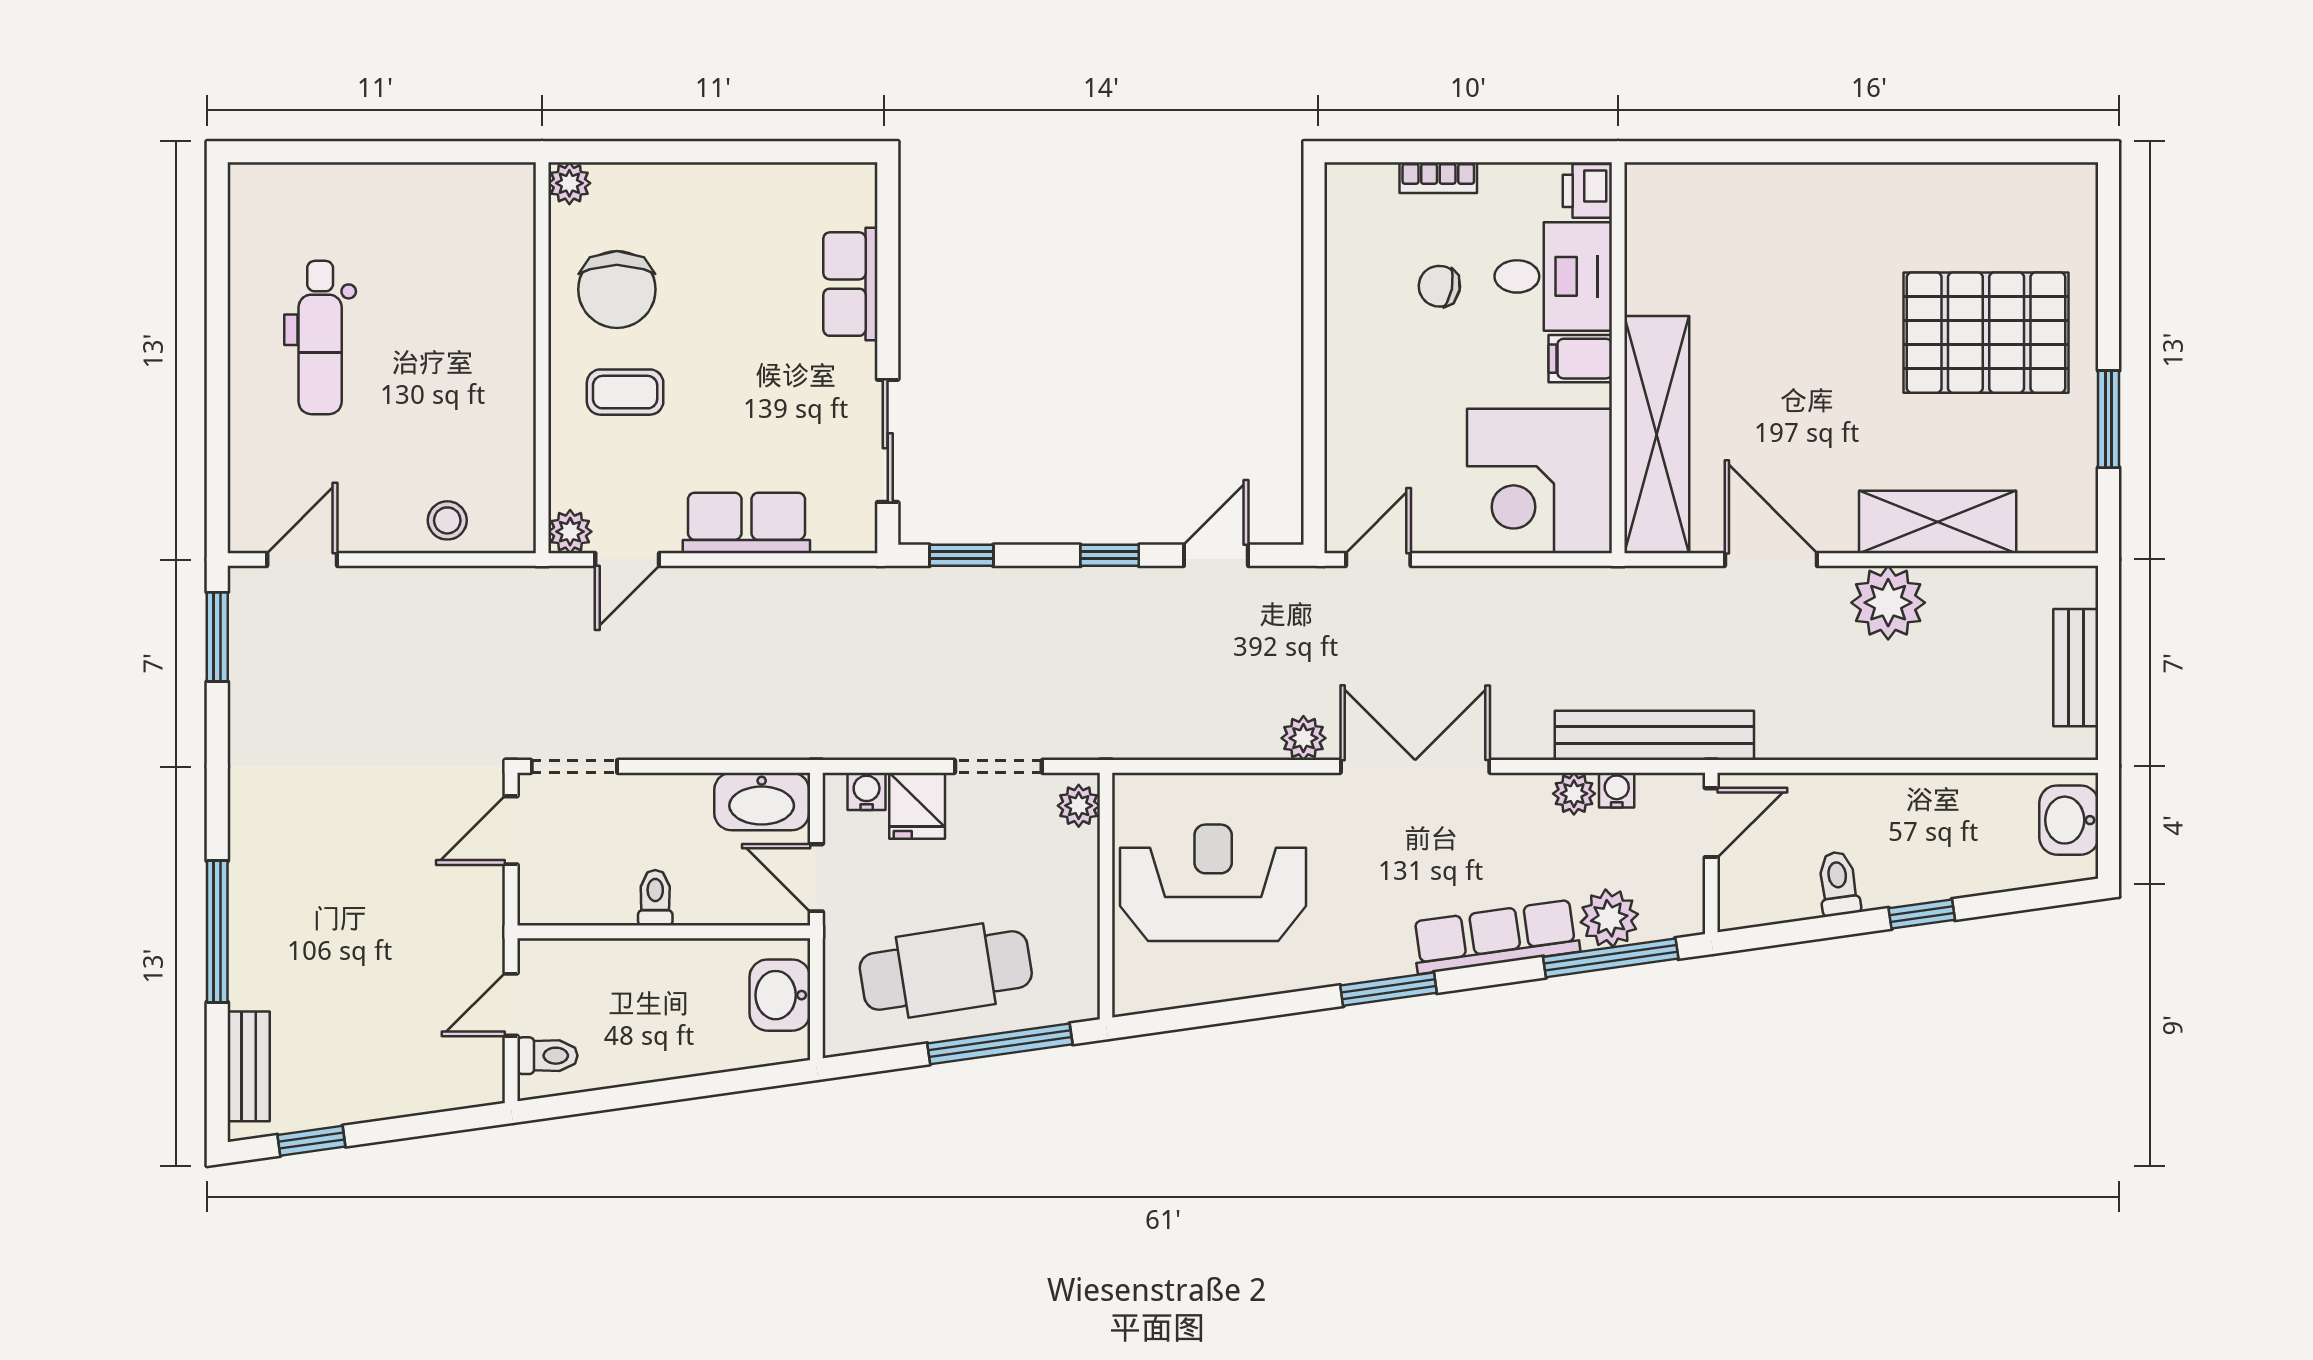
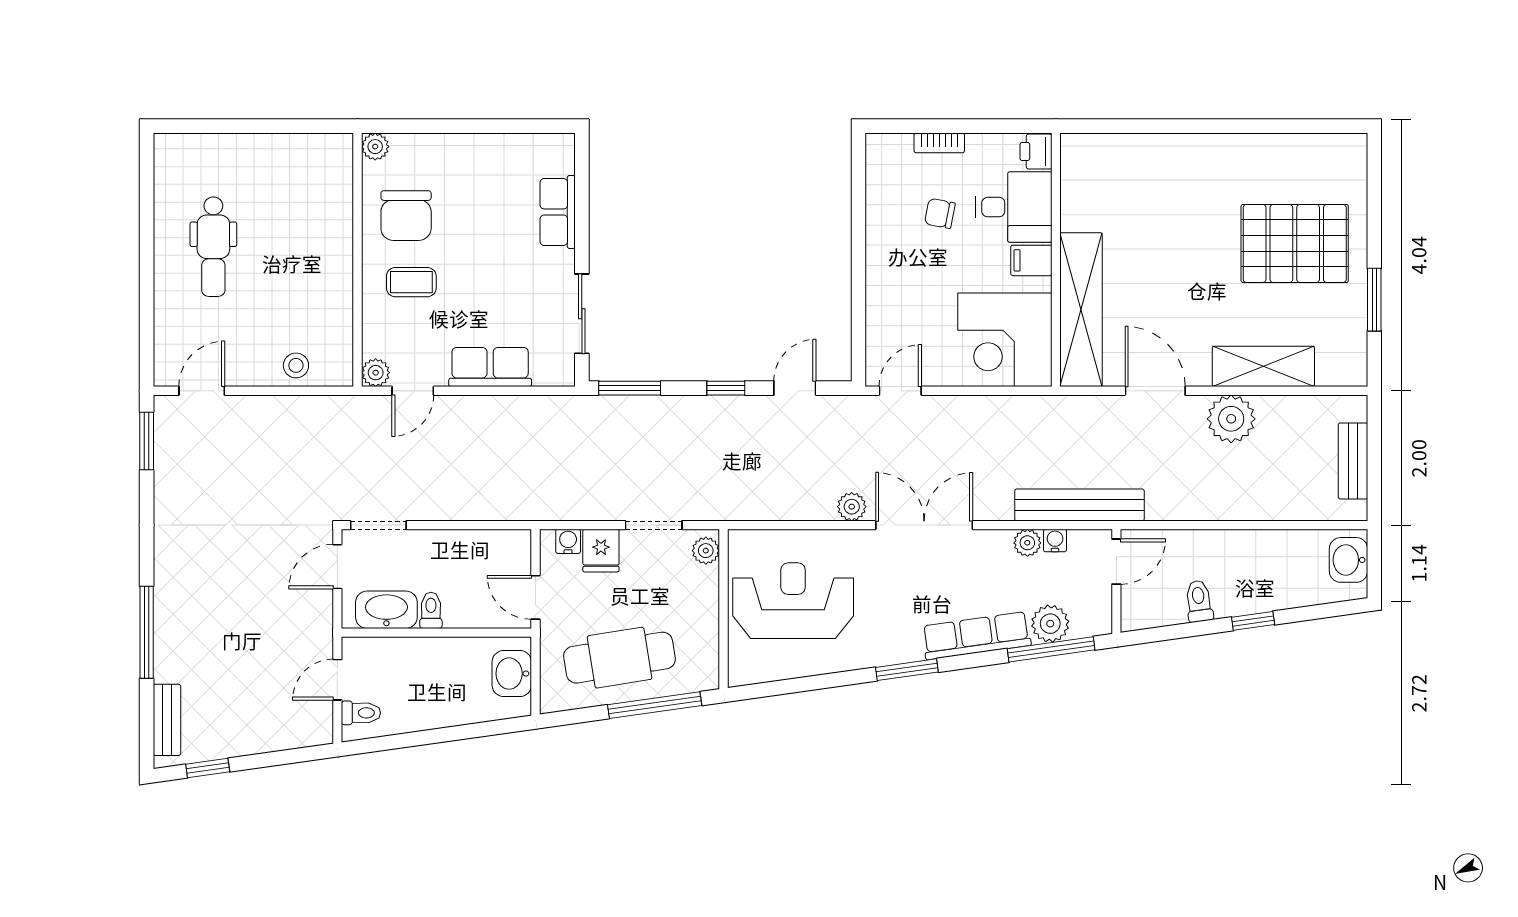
window: (961, 555) -> (630, 388), width x1.50
washbasin: (762, 801) -> (386, 610), moved, turned 180

